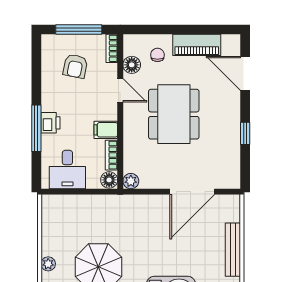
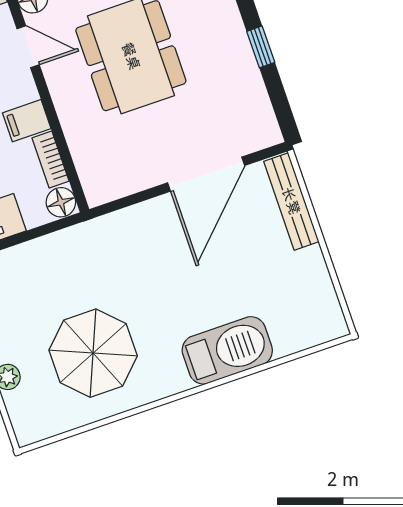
plant: (131, 181) -> (98, 192), removed
bench: (233, 250) -> (291, 201), moved

